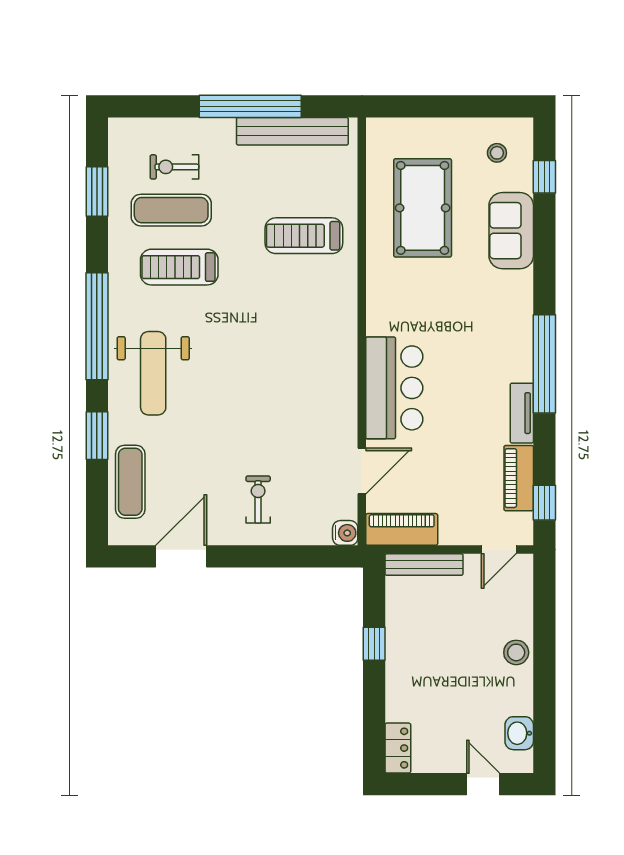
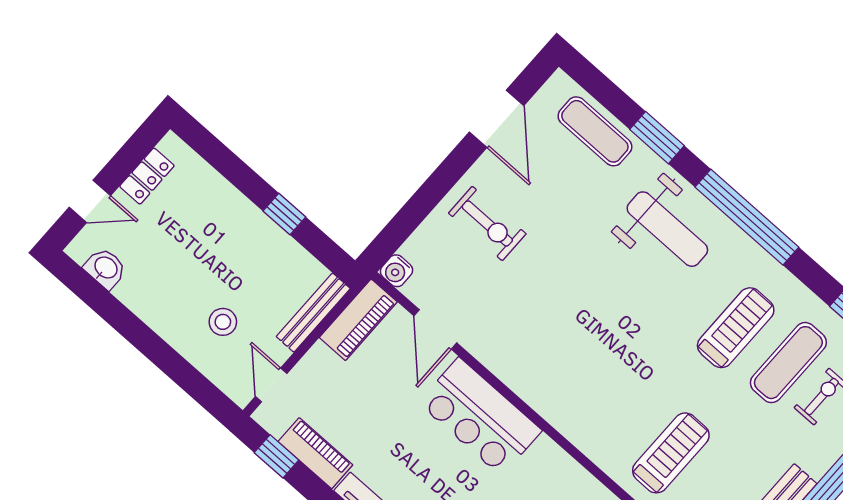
weight bench: (153, 373) -> (667, 229), turned 180
exercise bike: (258, 500) -> (487, 223), width x1.38, depth x1.39
stool: (516, 652) -> (223, 322), moved
locker: (398, 748) -> (147, 176), moved, turned -90

